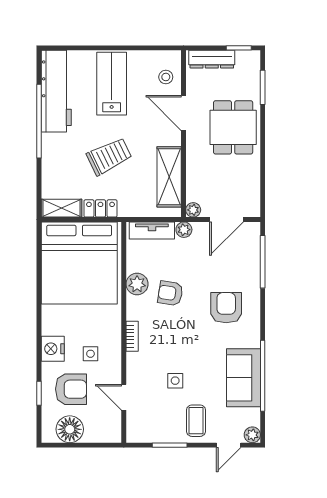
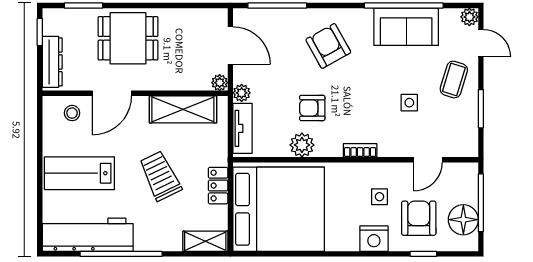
shelving: (61, 208) -> (205, 241), moved, turned 90
armchair: (170, 293) -> (312, 108), turned 81
armchair: (226, 308) -> (328, 46), turned 61
coffee table: (196, 421) -> (454, 80), turned -73
window: (85, 445) -> (481, 203), added

